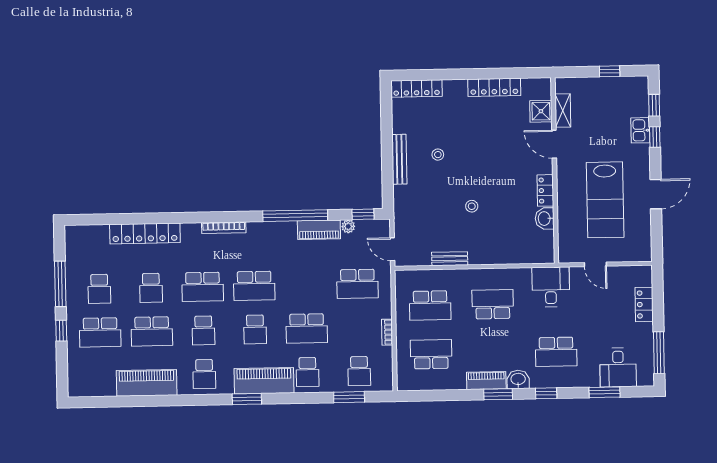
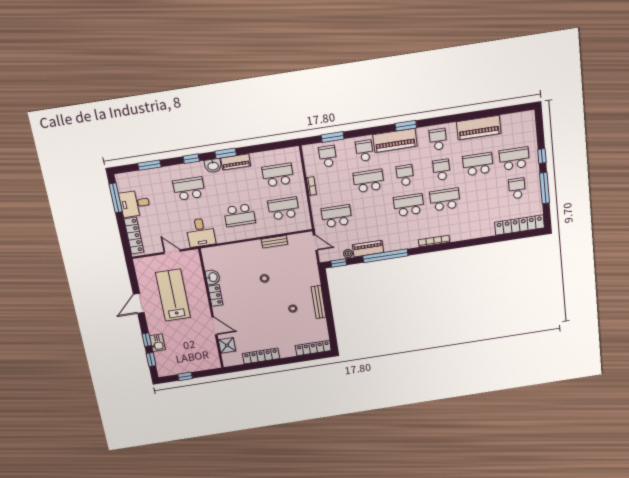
shelving: (563, 111) -> (212, 348), removed
locker: (145, 233) -> (520, 225), moved
school desk: (151, 288) -> (481, 194), removed
locker: (644, 304) -> (134, 236), width x1.53
school desk: (431, 354) -> (278, 175), turned 180
desk: (618, 367) -> (135, 203), moved, turned -90

